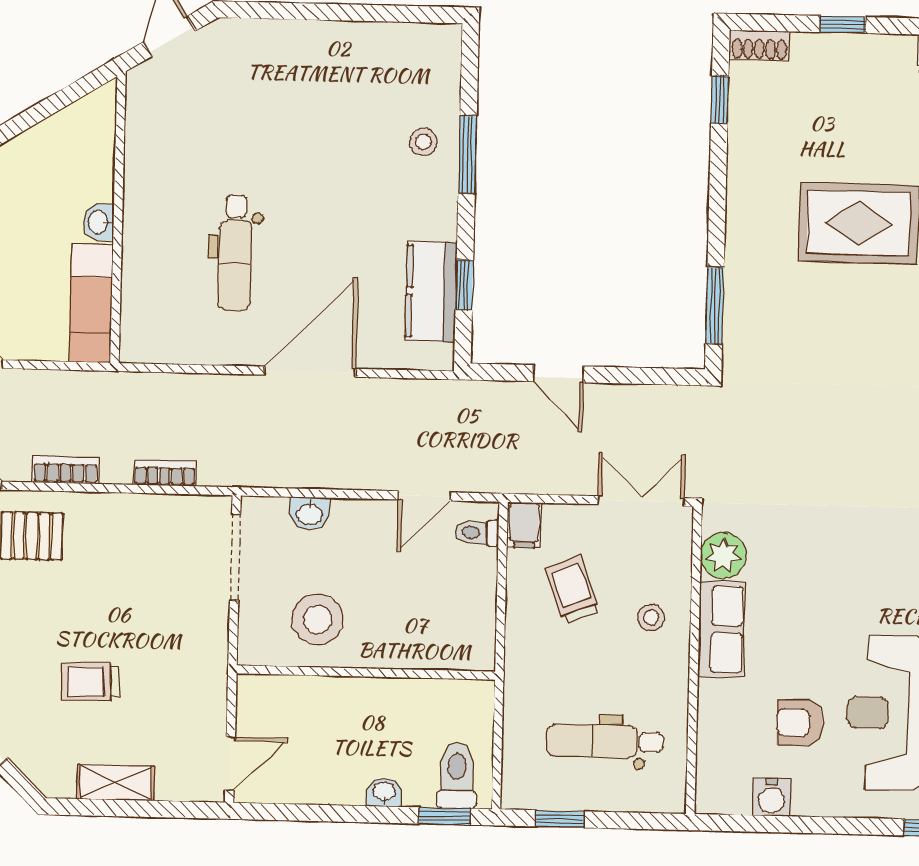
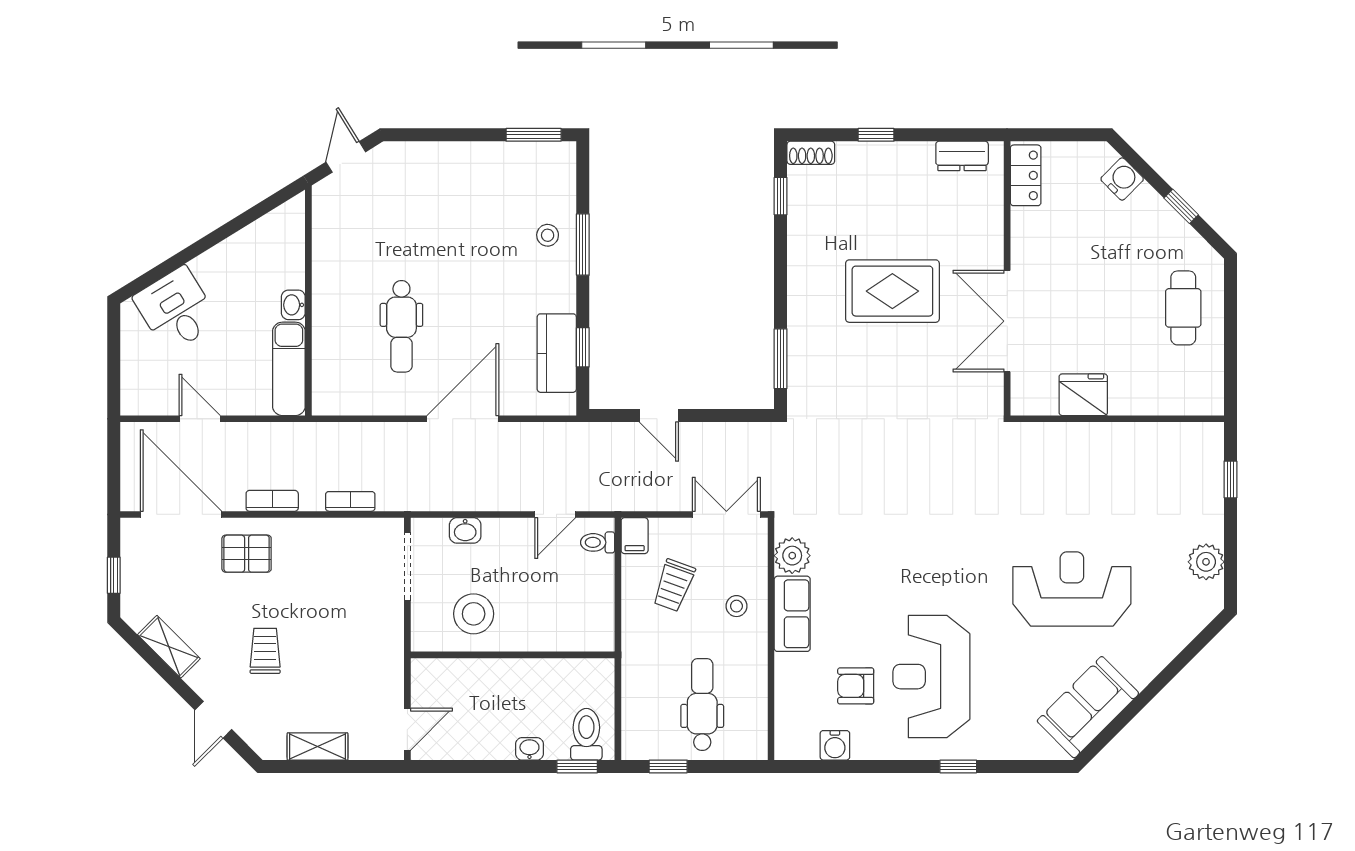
window: (409, 14) -> (534, 135), added
trolley: (572, 589) -> (674, 585), turned -139
trolley: (90, 682) -> (265, 651), moved, turned 92
dental chair: (605, 741) -> (702, 704), turned 90

